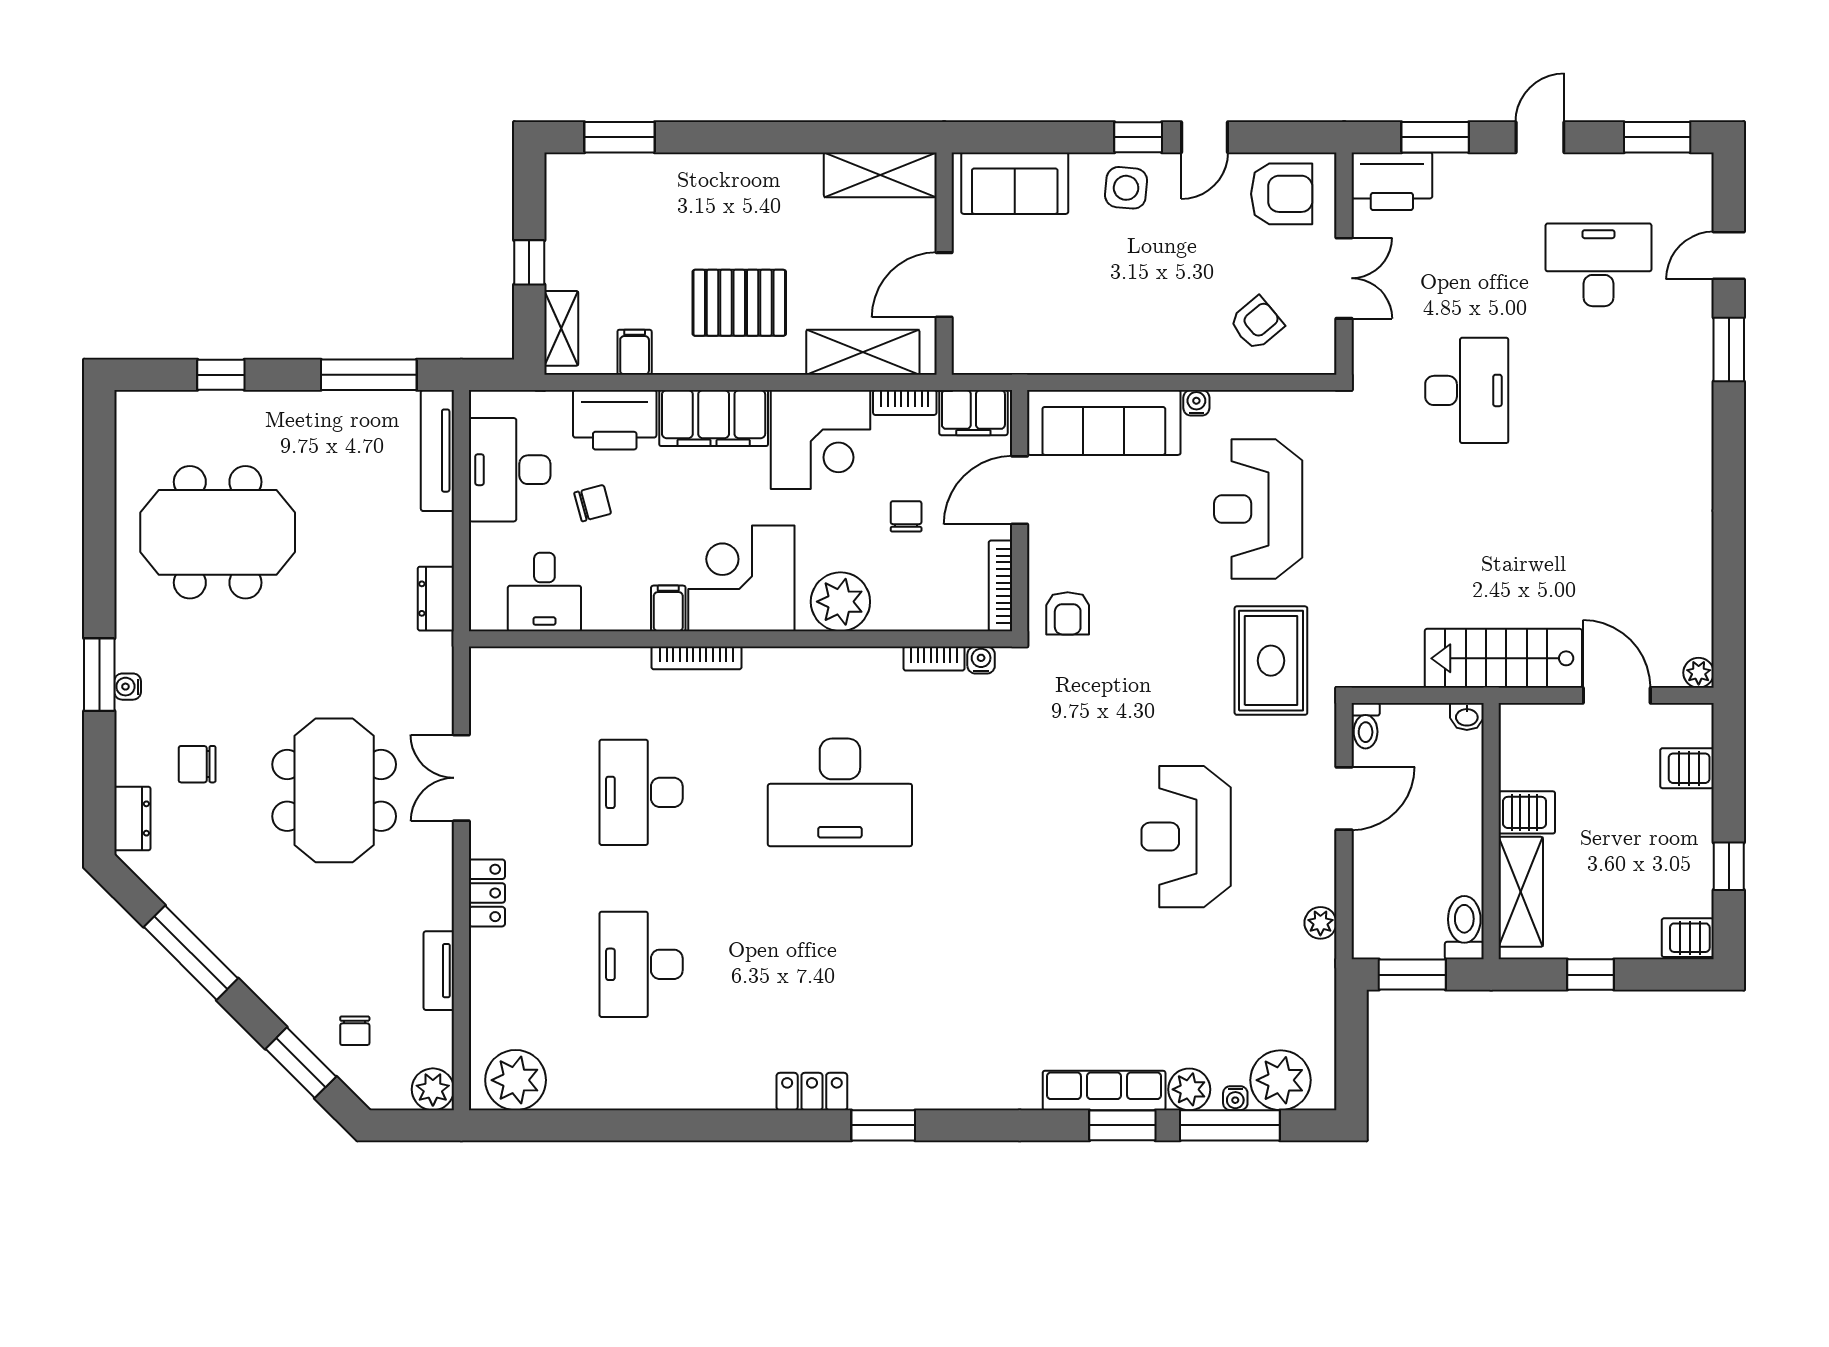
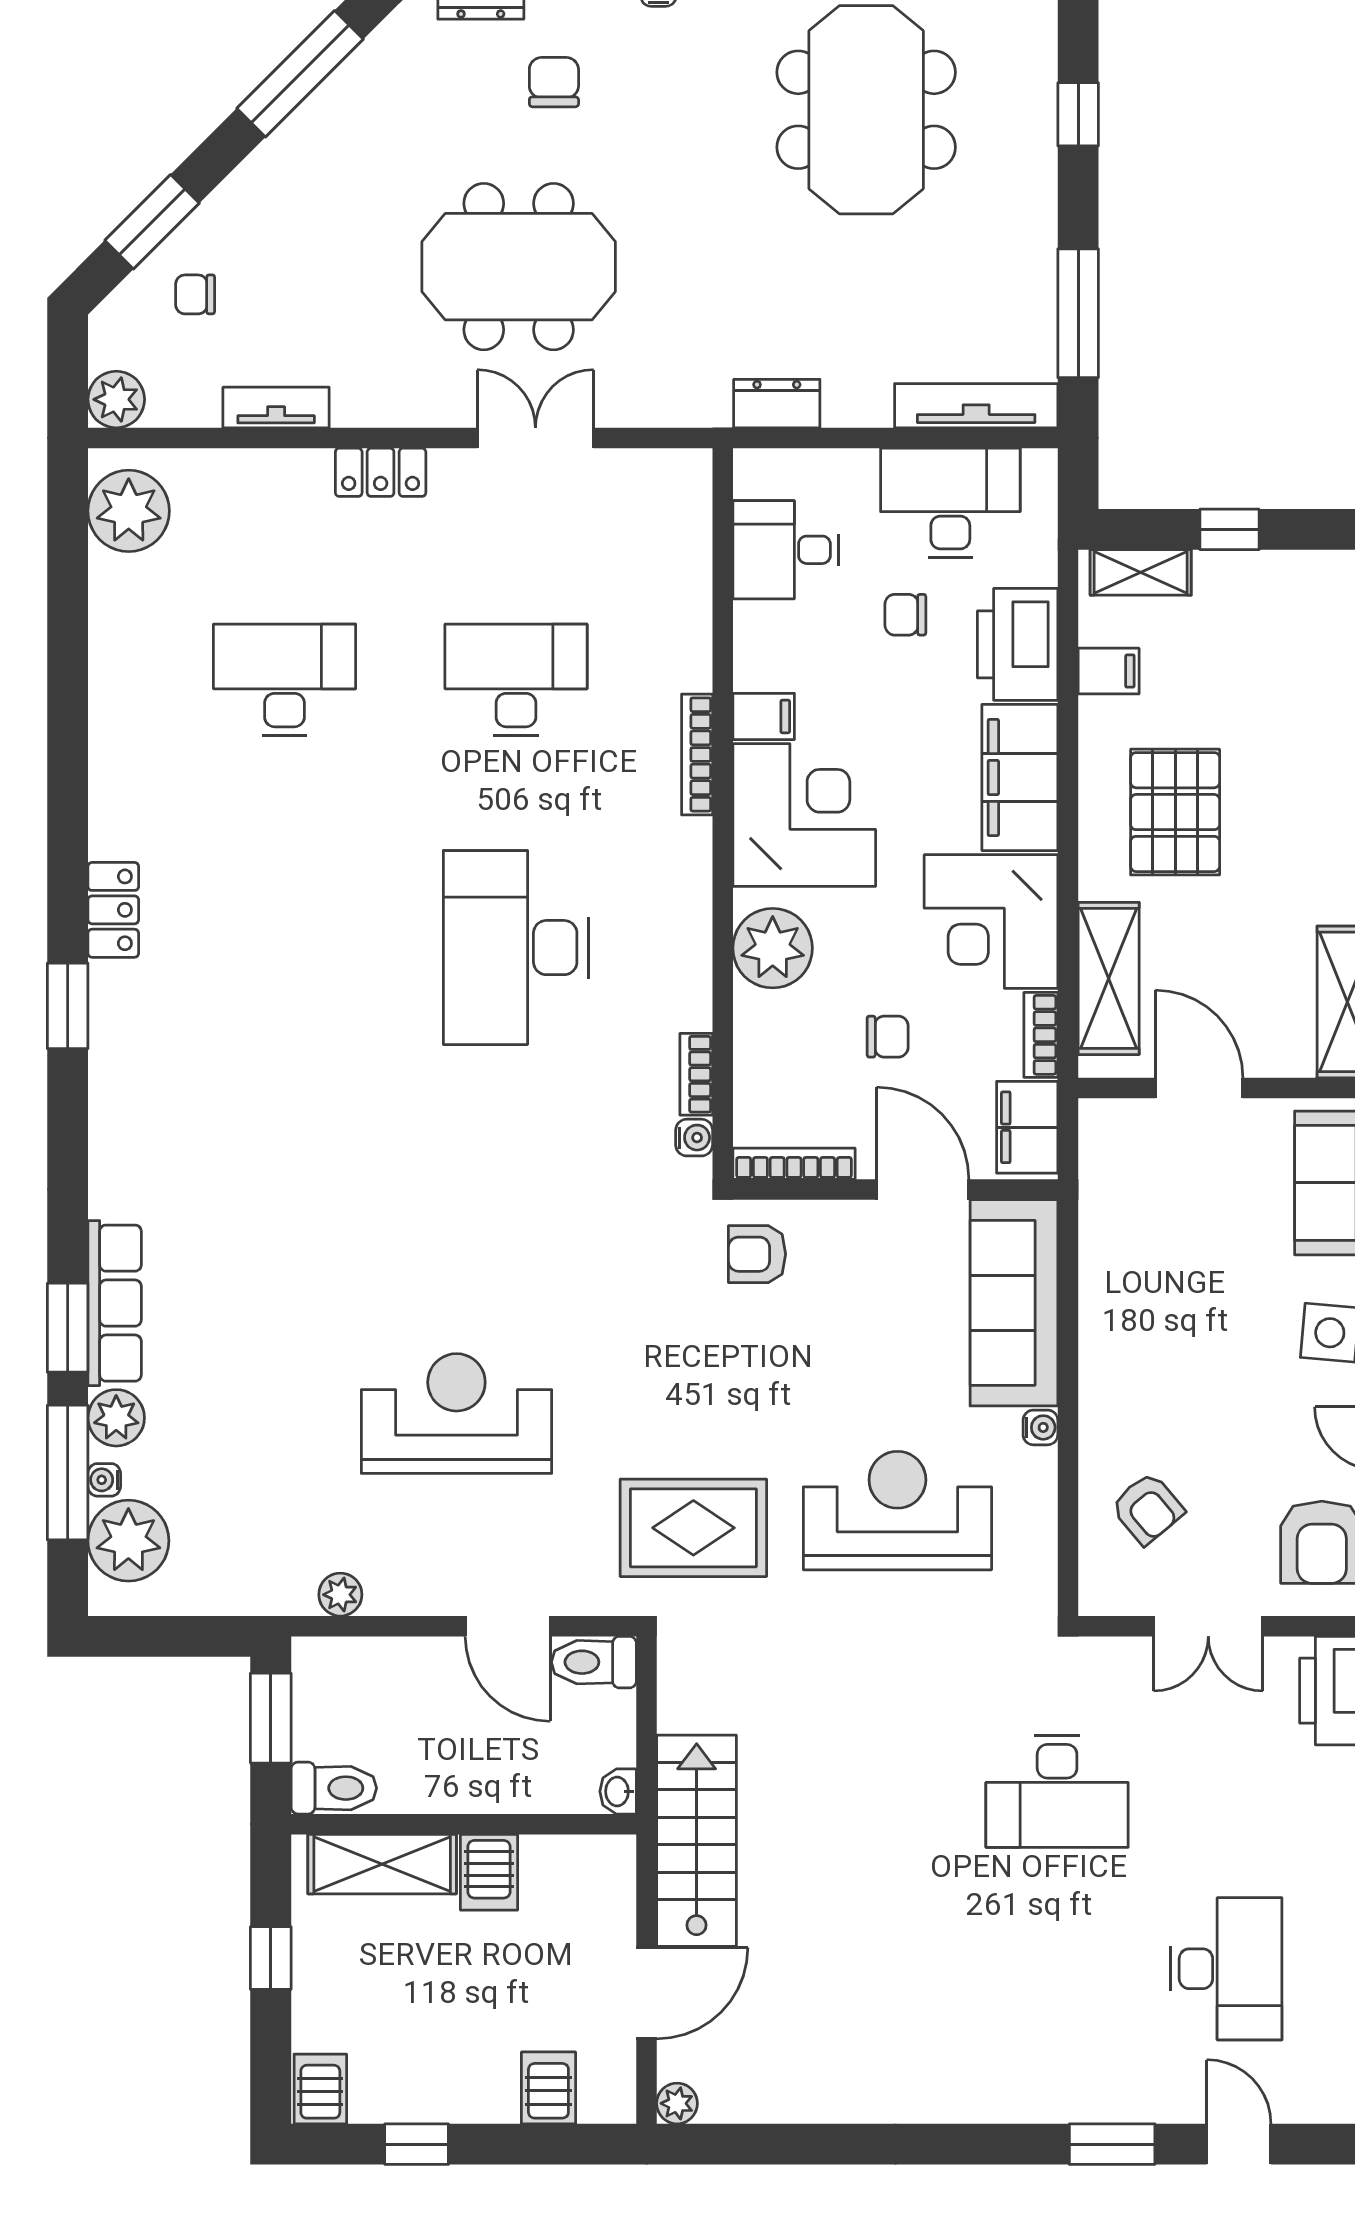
chair: (593, 503) -> (905, 615), turned 105
toilet: (1366, 726) -> (594, 1662), width x1.37, depth x1.39

